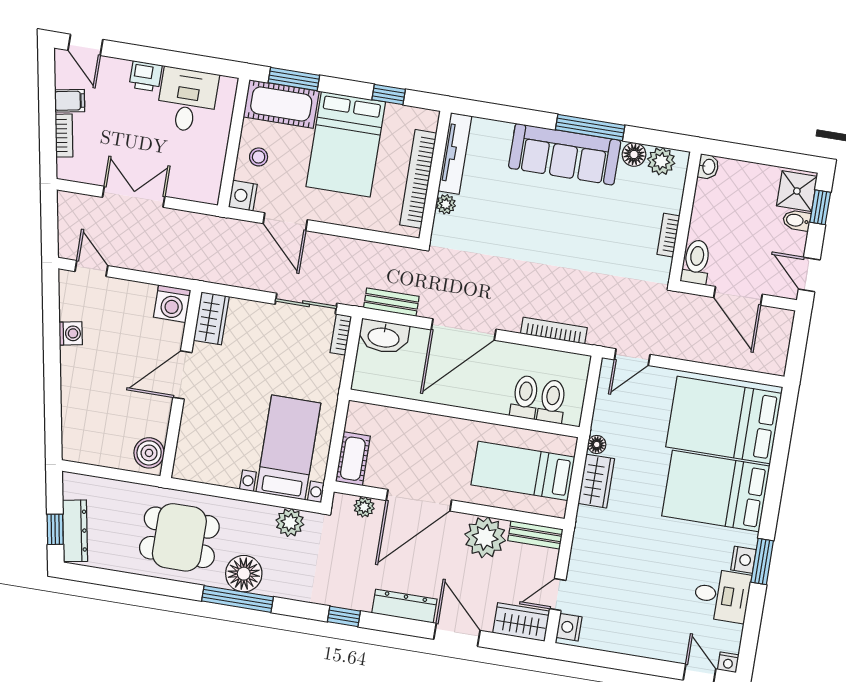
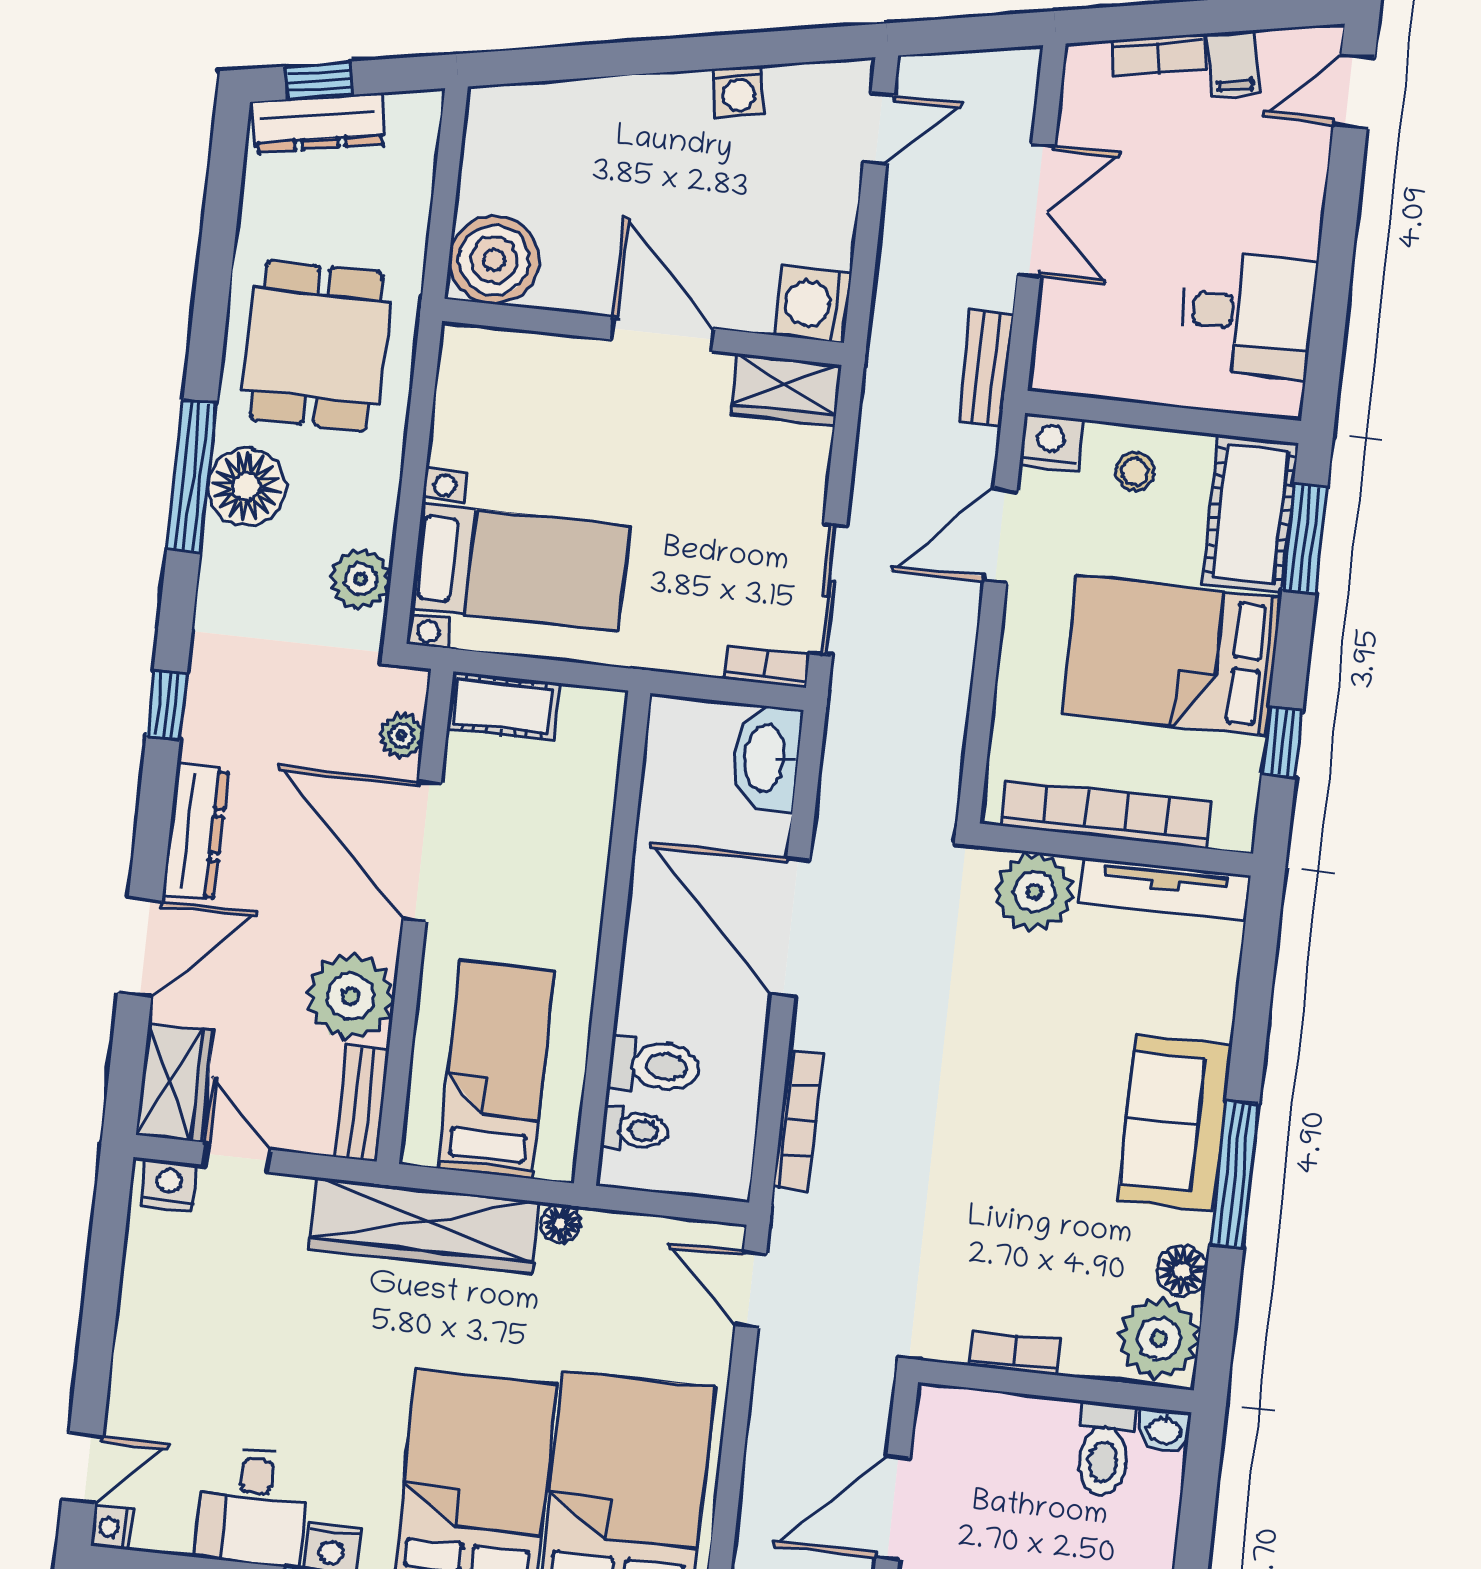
printer: (146, 76) -> (1294, 222), removed
sofa: (565, 154) -> (1175, 1123), width x0.73
plant: (661, 161) -> (1159, 1339), width x1.36, depth x1.36
plant: (446, 204) -> (1035, 892), width x1.87, depth x1.87
toilet: (696, 262) -> (1104, 1449), moved, turned 90
bench: (391, 302) -> (986, 368), moved
toilet: (552, 401) -> (634, 1130), width x0.73, depth x0.72
boiler: (149, 453) -> (494, 260), width x1.37, depth x1.37
wardrobe: (596, 481) -> (424, 1225), width x2.10, depth x1.17

